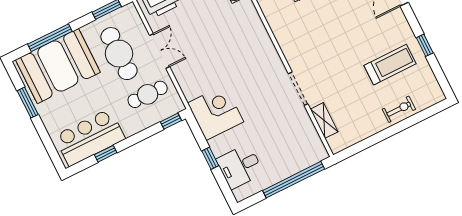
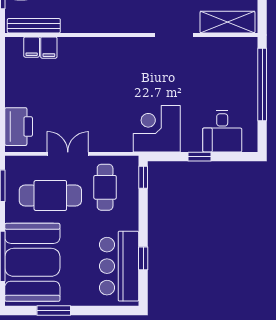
shelving: (324, 120) -> (228, 22), width x1.50, depth x1.33

